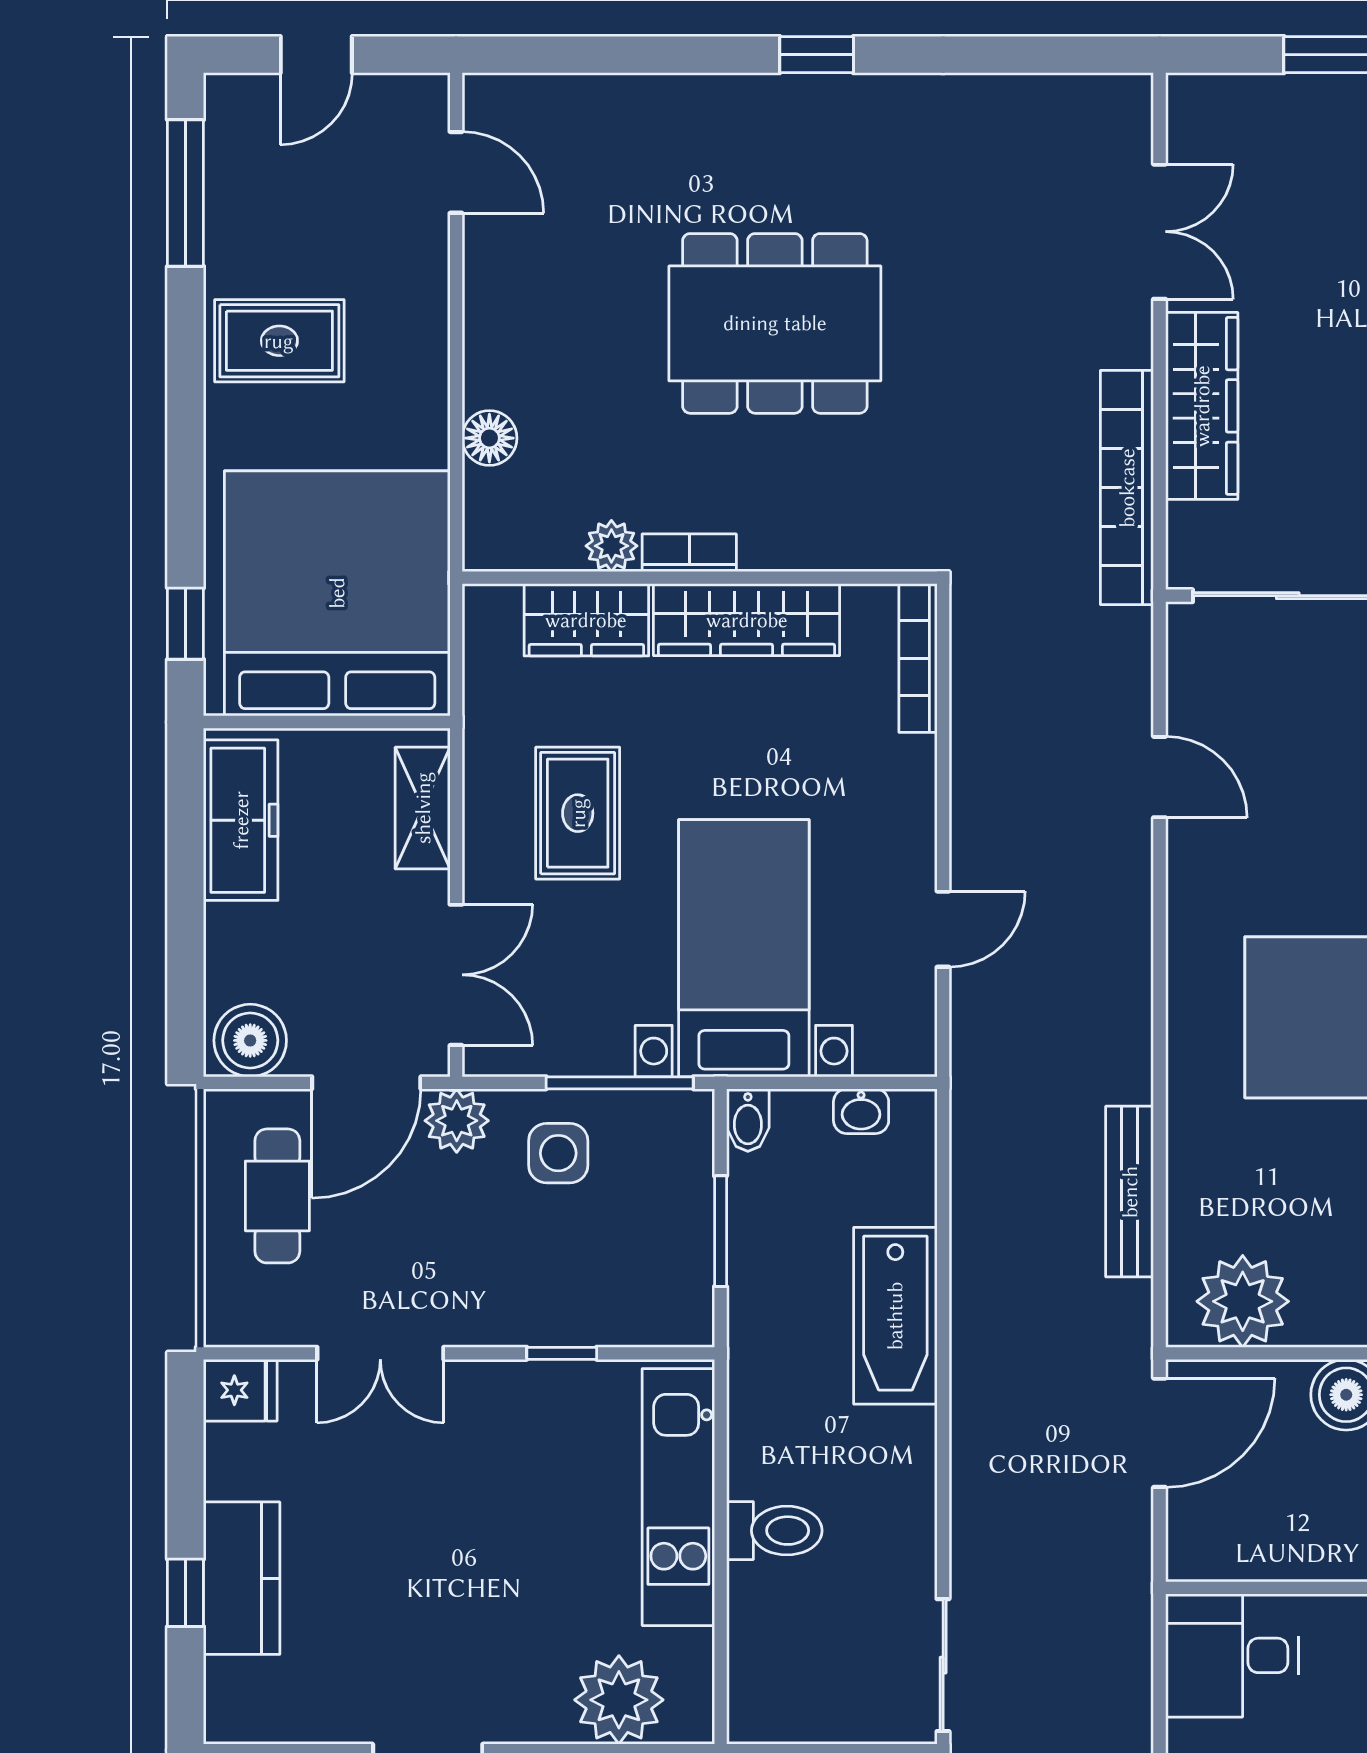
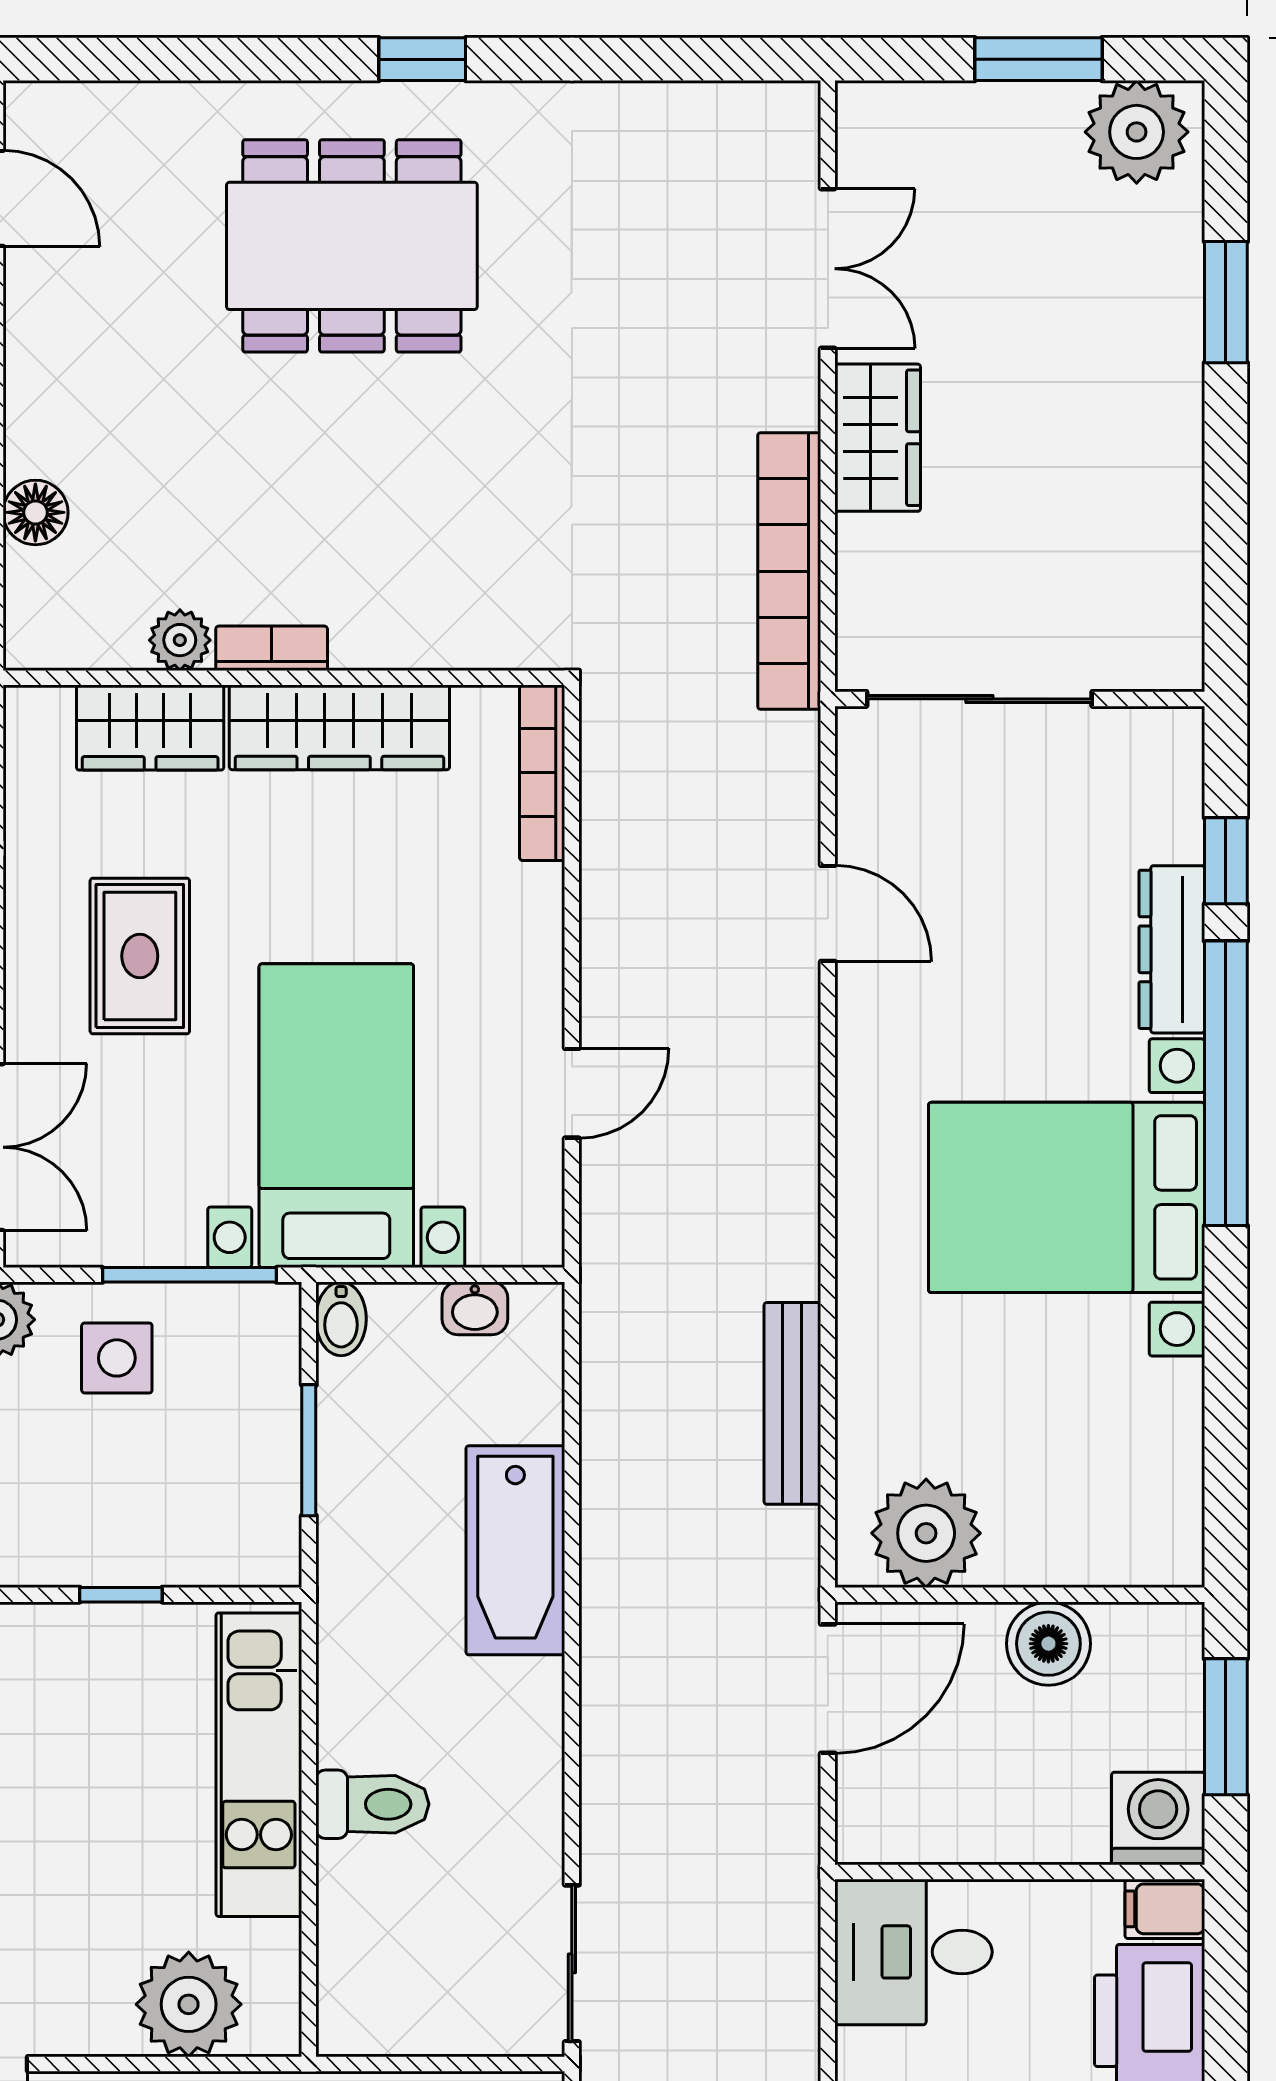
dining table: (775, 323) -> (352, 246), moved
wardrobe: (1202, 406) -> (878, 438), width x0.67

